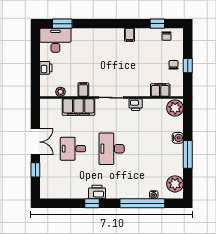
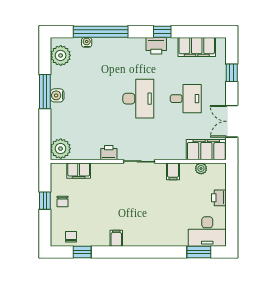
filing cabinet: (79, 107) -> (206, 150), moved
water cooler: (178, 138) -> (57, 95), moved
double door: (35, 142) -> (232, 121), moved
filing cabinet: (64, 191) -> (197, 47), added

